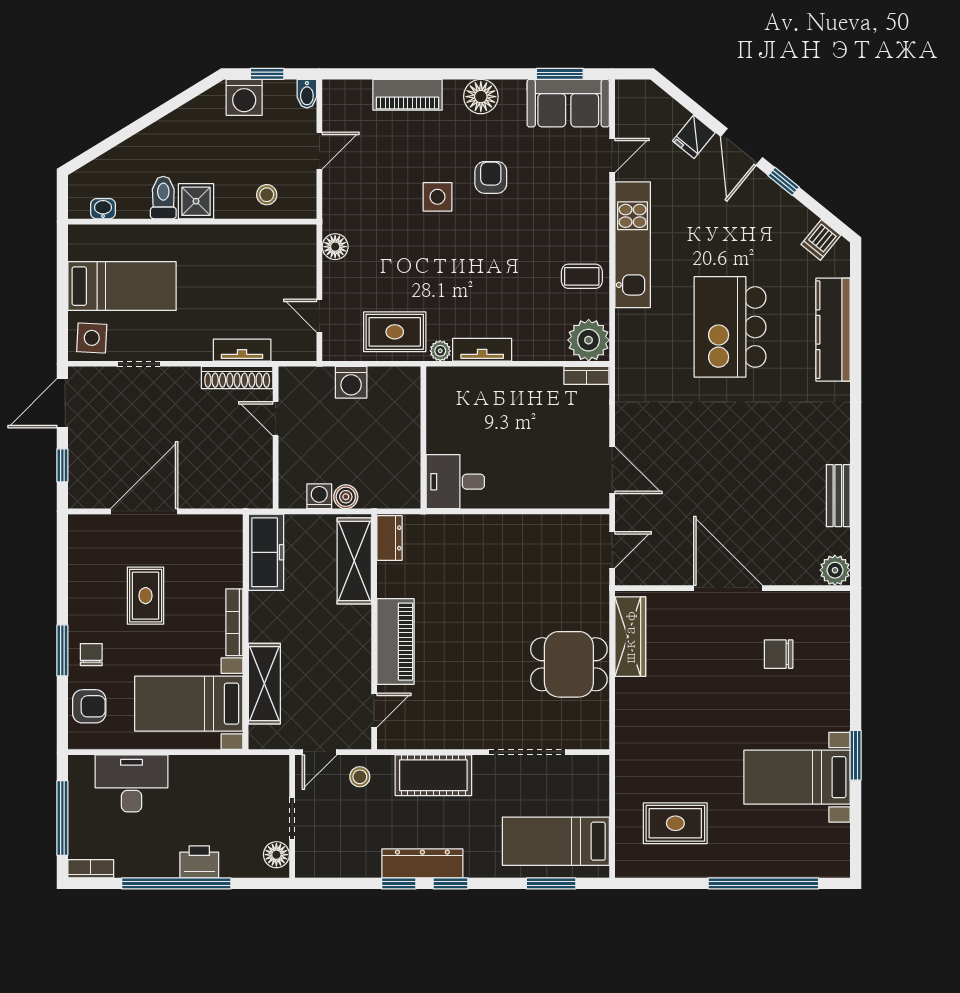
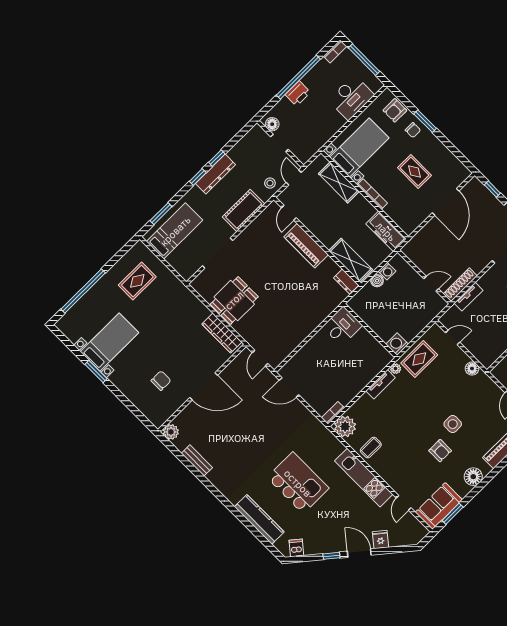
washing machine: (351, 382) -> (397, 344), moved

